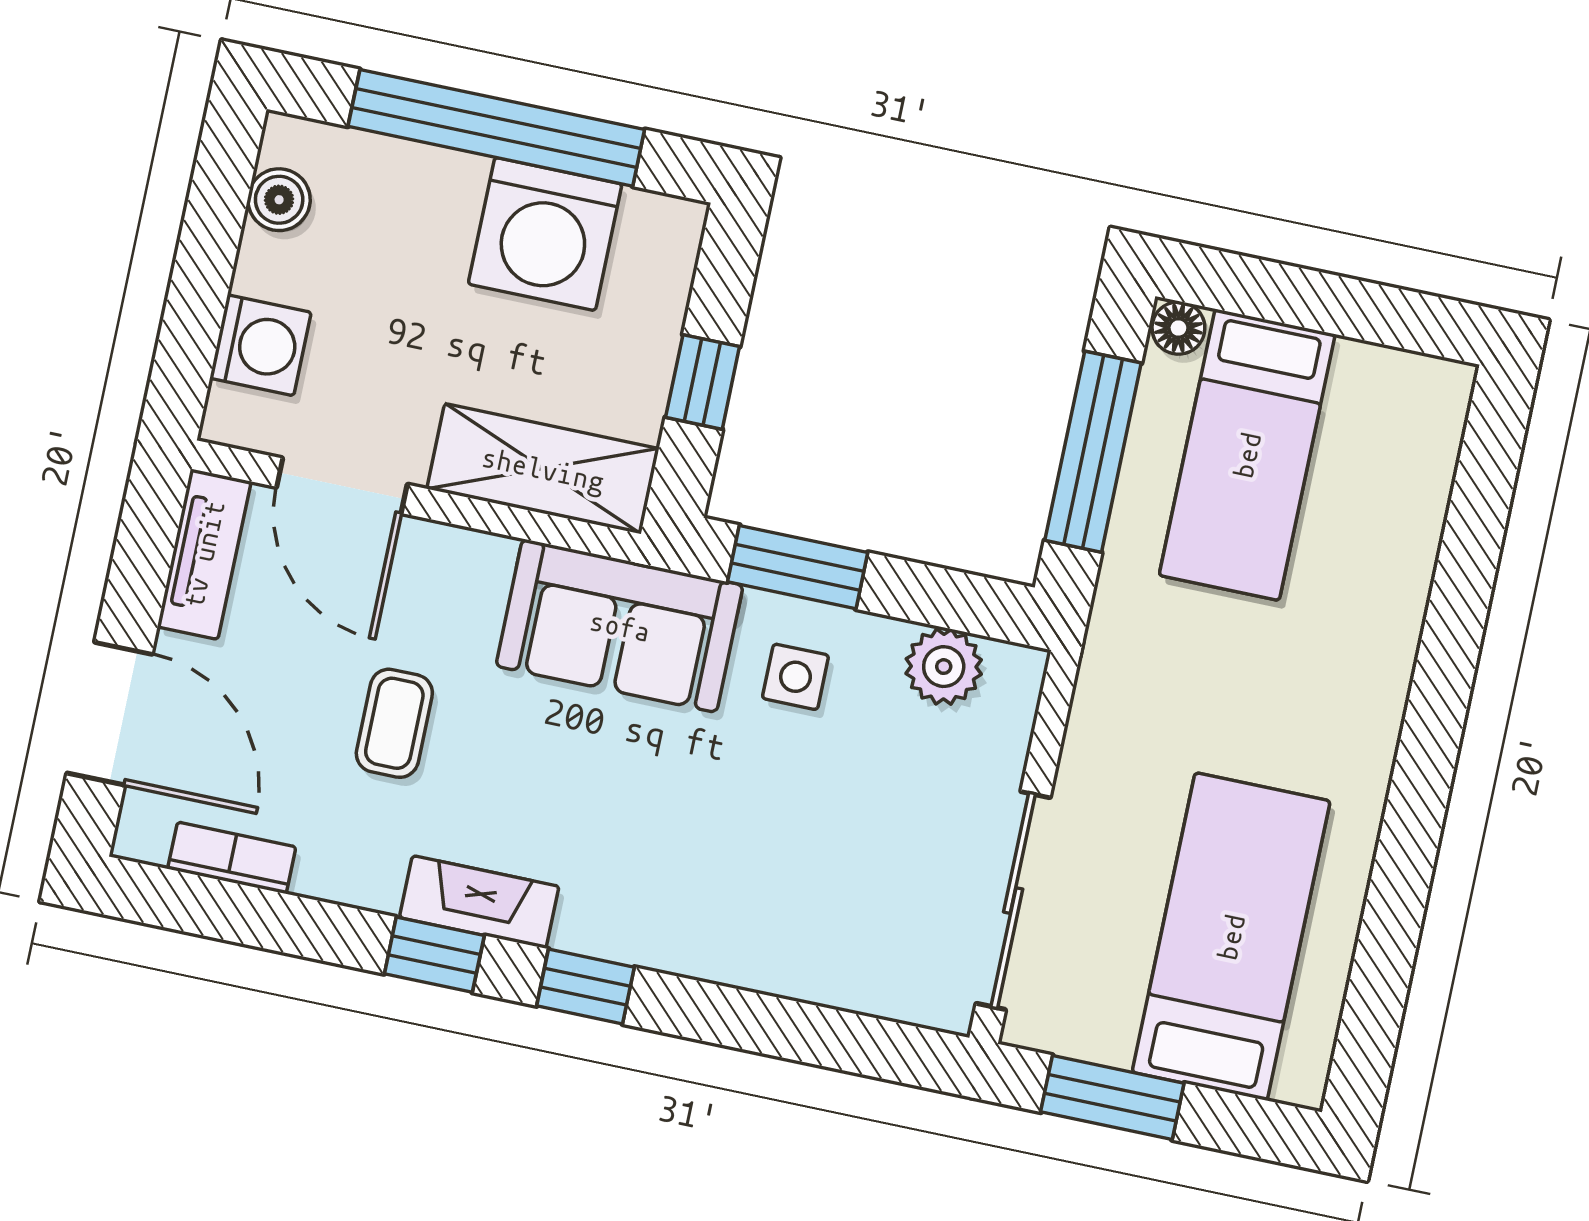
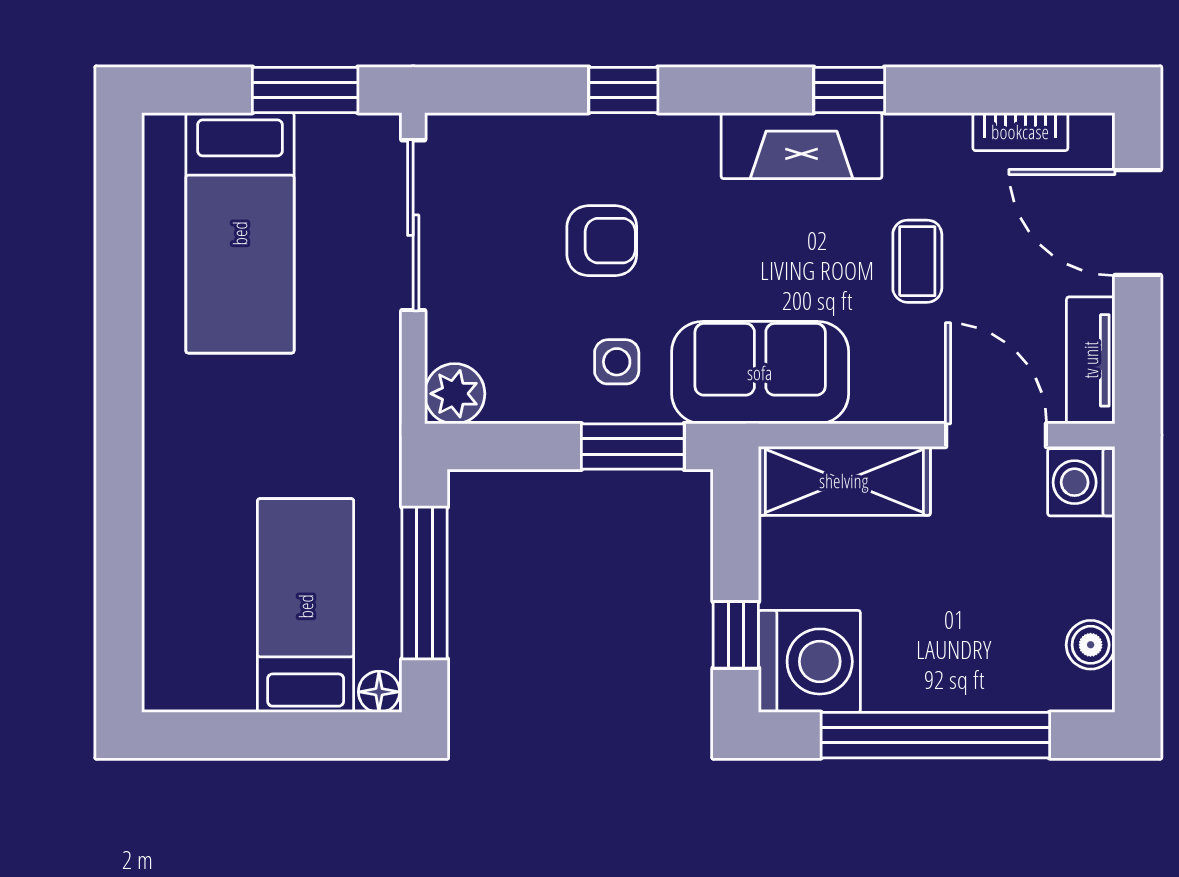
washing machine: (545, 234) -> (809, 661), moved, turned 90
washing machine: (261, 345) -> (1081, 482), moved
window: (703, 382) -> (736, 635), moved
plant: (944, 667) -> (455, 394), moved
armchair: (782, 832) -> (602, 241), added
fireplace: (479, 902) -> (801, 146), width x1.37, depth x1.32
window: (586, 987) -> (623, 90), moved

